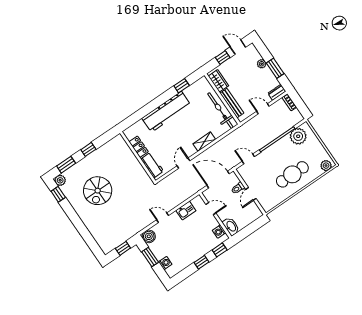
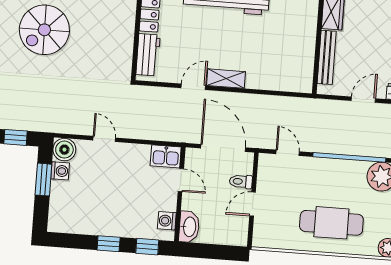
door: (263, 109) -> (363, 100), hinge flipped
bicycle: (220, 111) -> (303, 55), removed
shelving: (204, 142) -> (226, 79), moved
kitchen sink: (186, 211) -> (166, 156), moved
washing machine: (165, 263) -> (60, 171), moved

